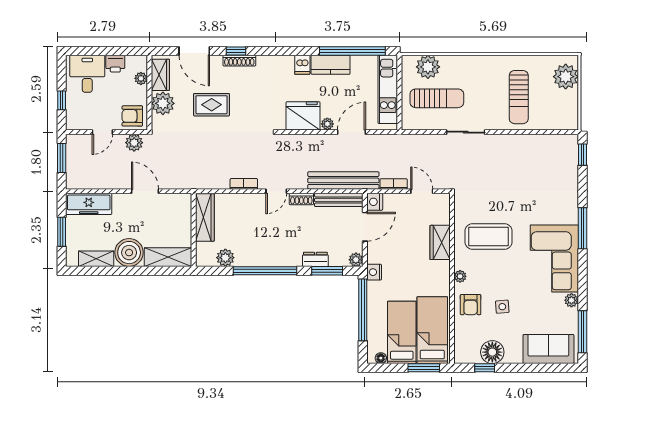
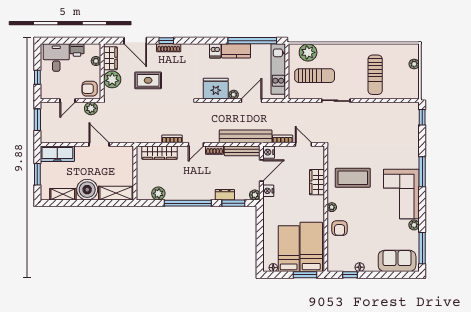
plant: (566, 77) -> (414, 64), width x0.53, depth x0.53
wardrobe: (205, 218) -> (160, 153), moved, turned 90
nightstand: (374, 272) -> (268, 191), moved
side table: (502, 307) -> (363, 230), removed
window: (363, 310) -> (260, 232), removed
floor lamp: (492, 352) -> (360, 267), width x0.53, depth x0.53

